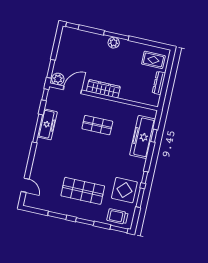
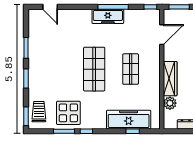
plant: (58, 79) -> (170, 103), moved
wardrobe: (103, 89) -> (170, 79), moved
door: (72, 90) -> (162, 35), hinge flipped
freezer: (48, 124) -> (108, 16), moved
door: (25, 185) -> (50, 7), hinge flipped
shop shelf: (83, 191) -> (94, 69), moved

